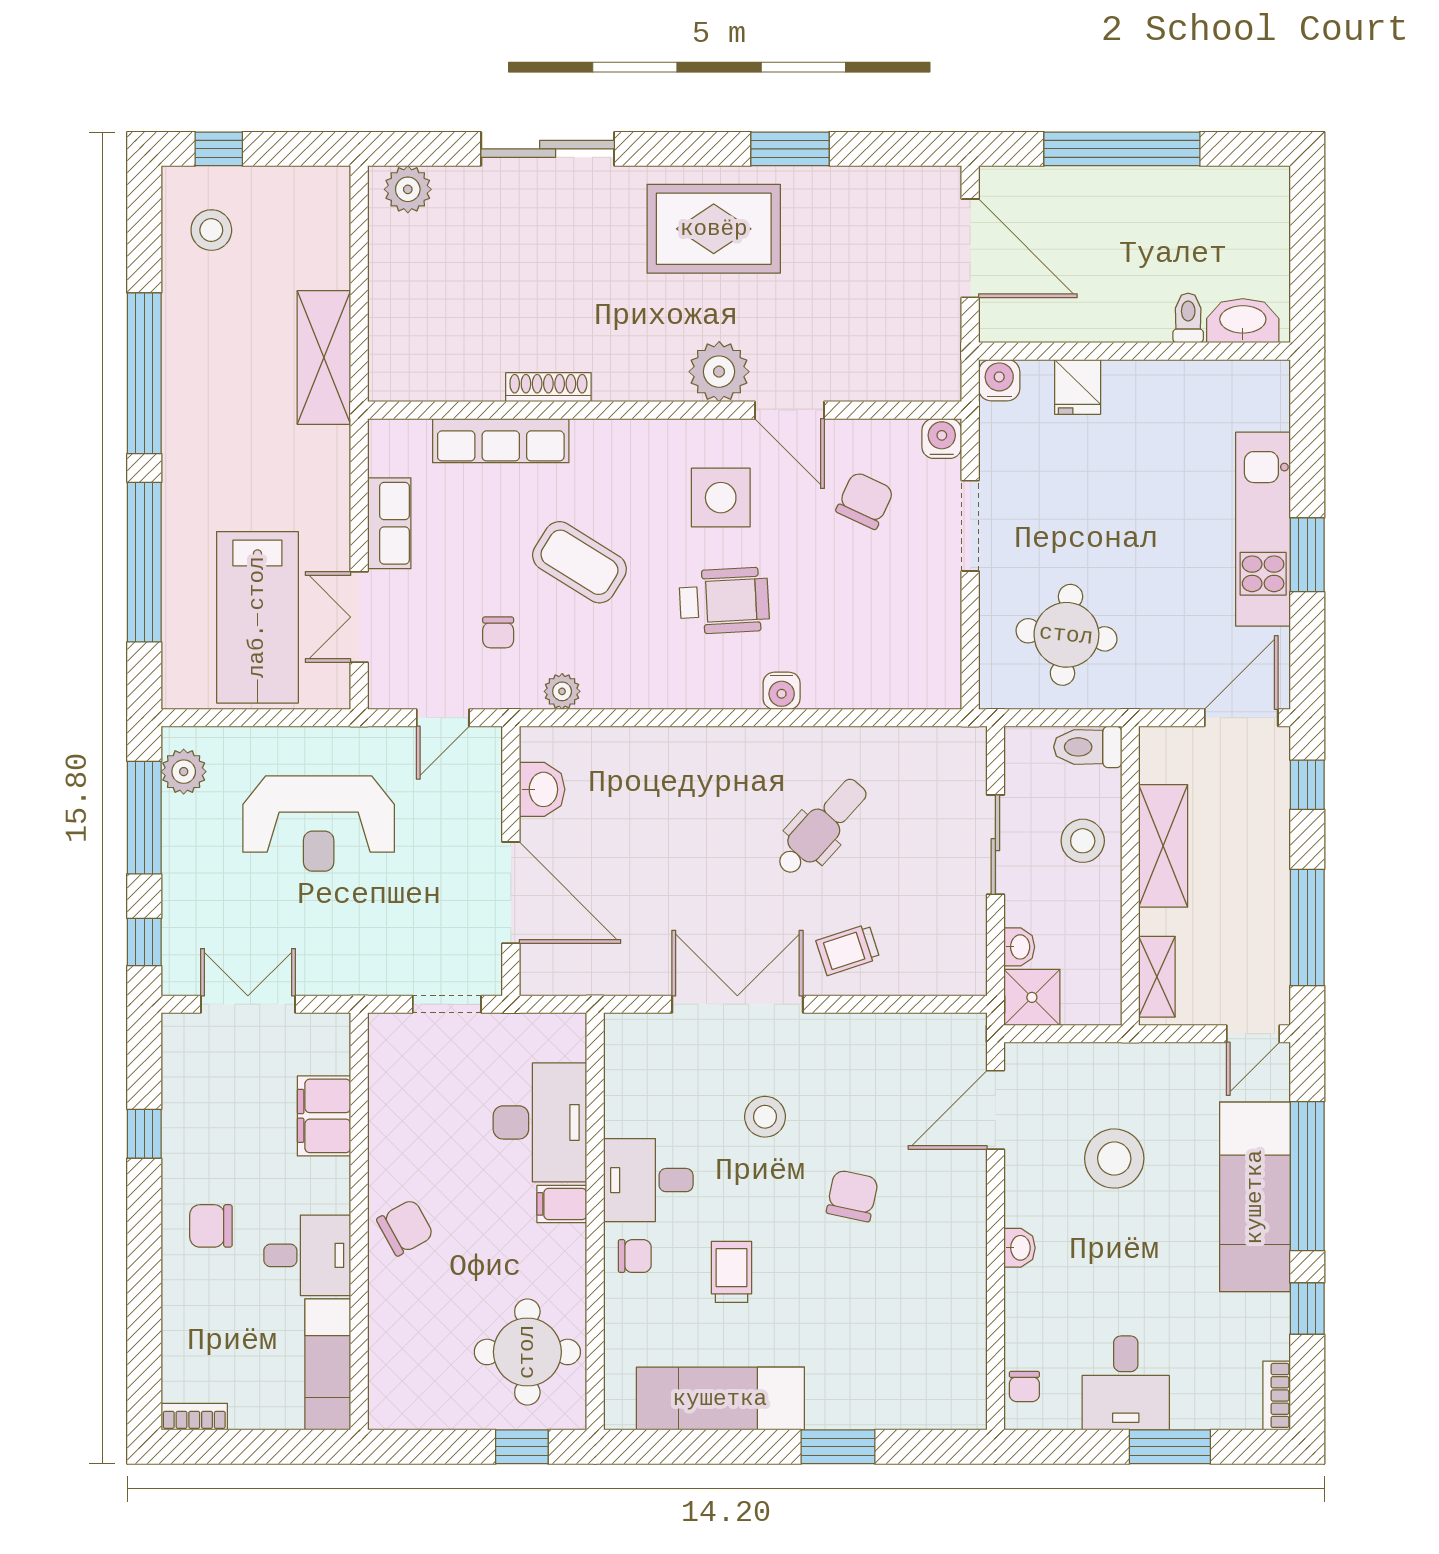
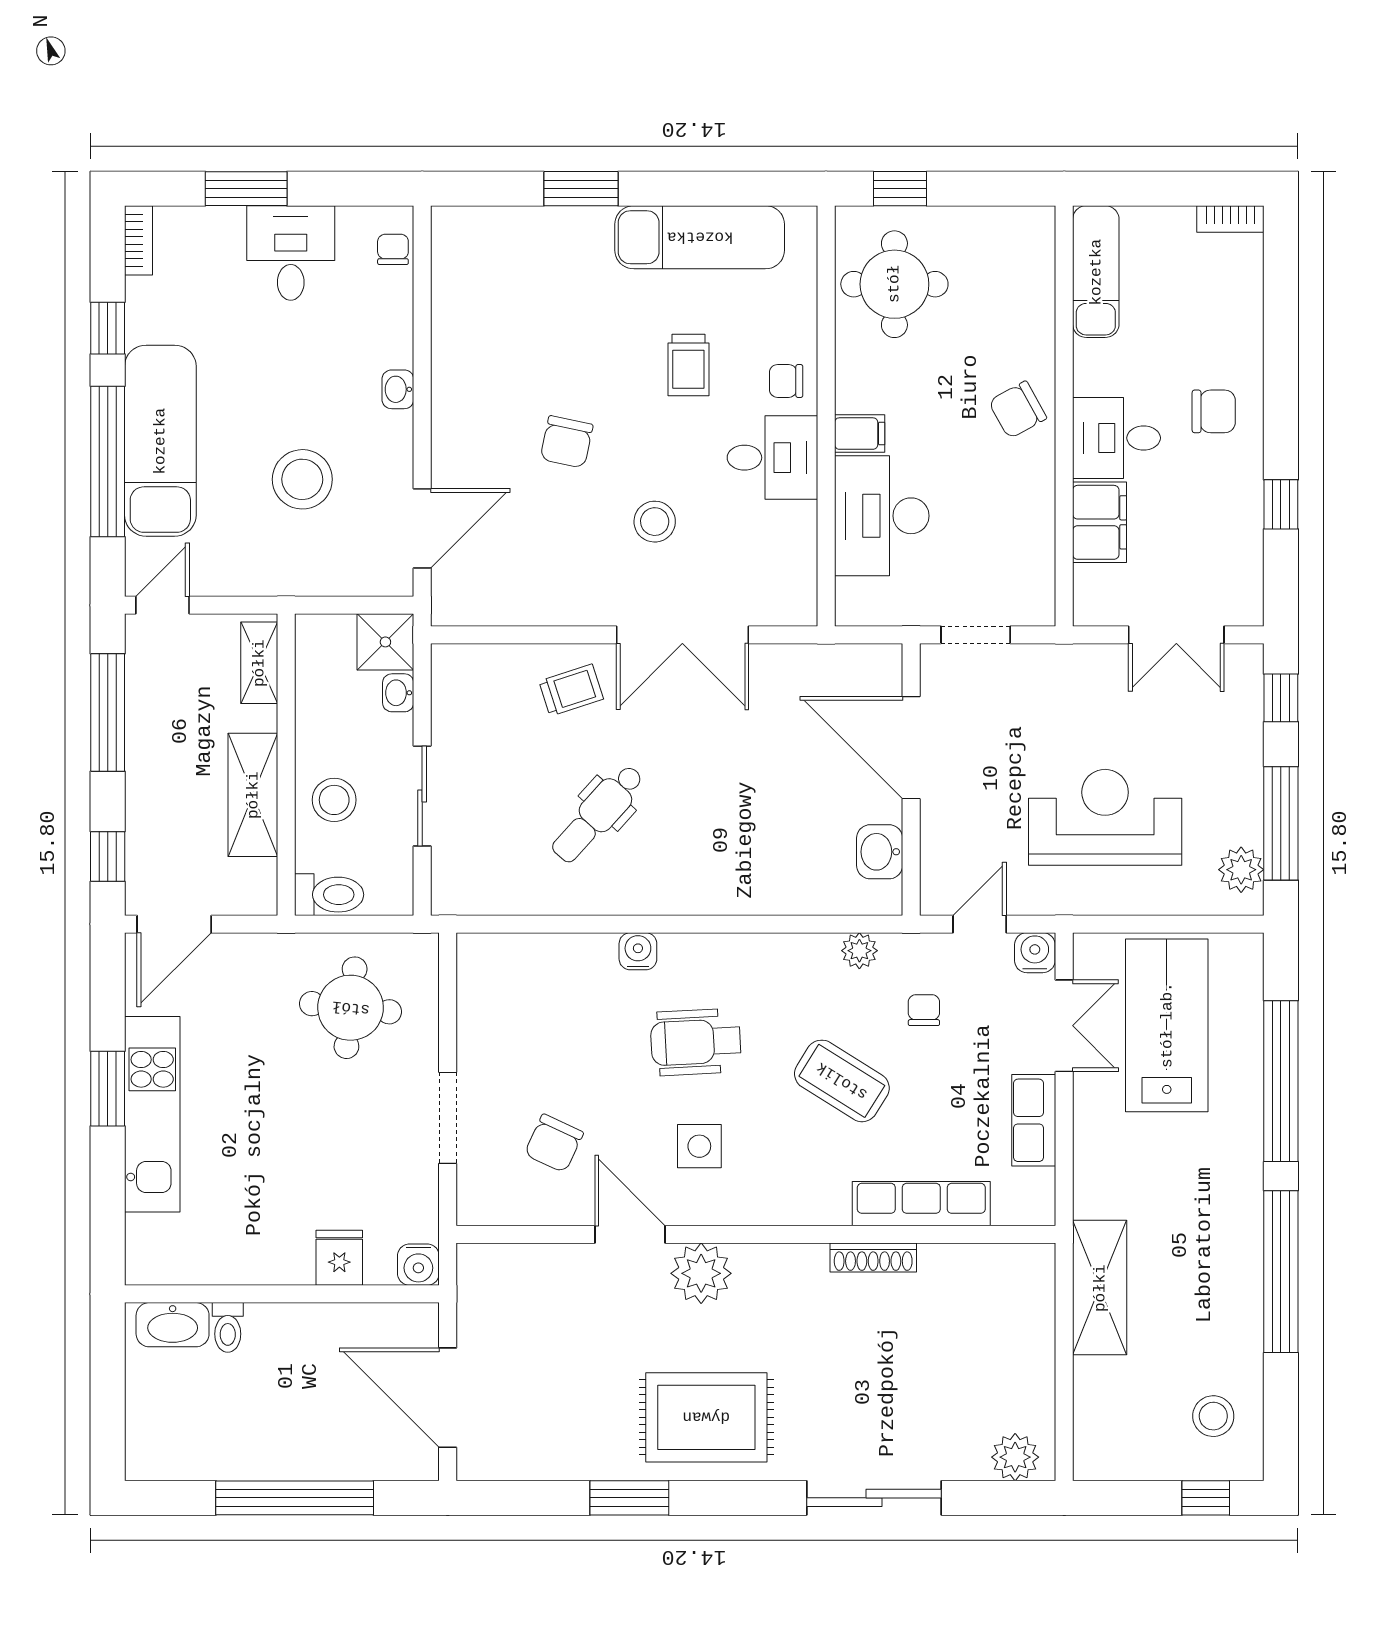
water cooler: (942, 439) -> (1035, 953), moved, turned 180
side table: (721, 498) -> (699, 1146), width x0.73, depth x0.73
desk: (307, 1255) -> (1116, 438), moved

